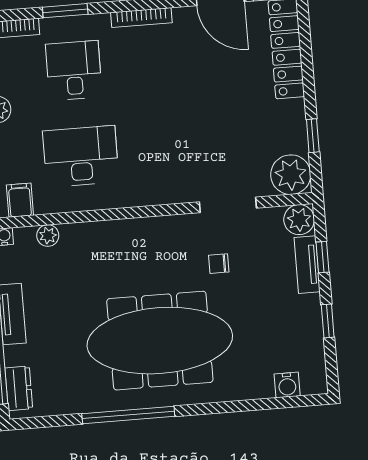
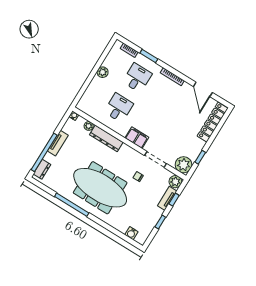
desk: (81, 156) -> (119, 108), width x0.73
filing cabinet: (20, 200) -> (137, 138), moved, width x2.00
dresser: (101, 235) -> (106, 138), added

